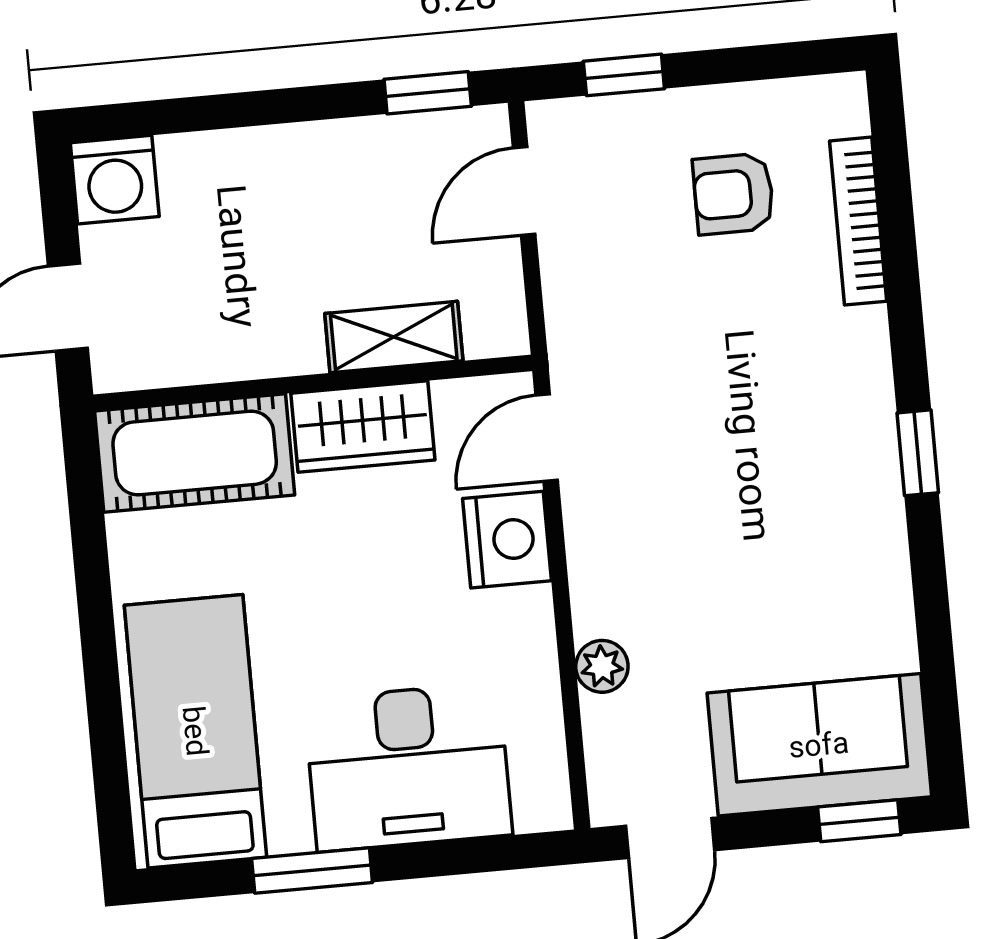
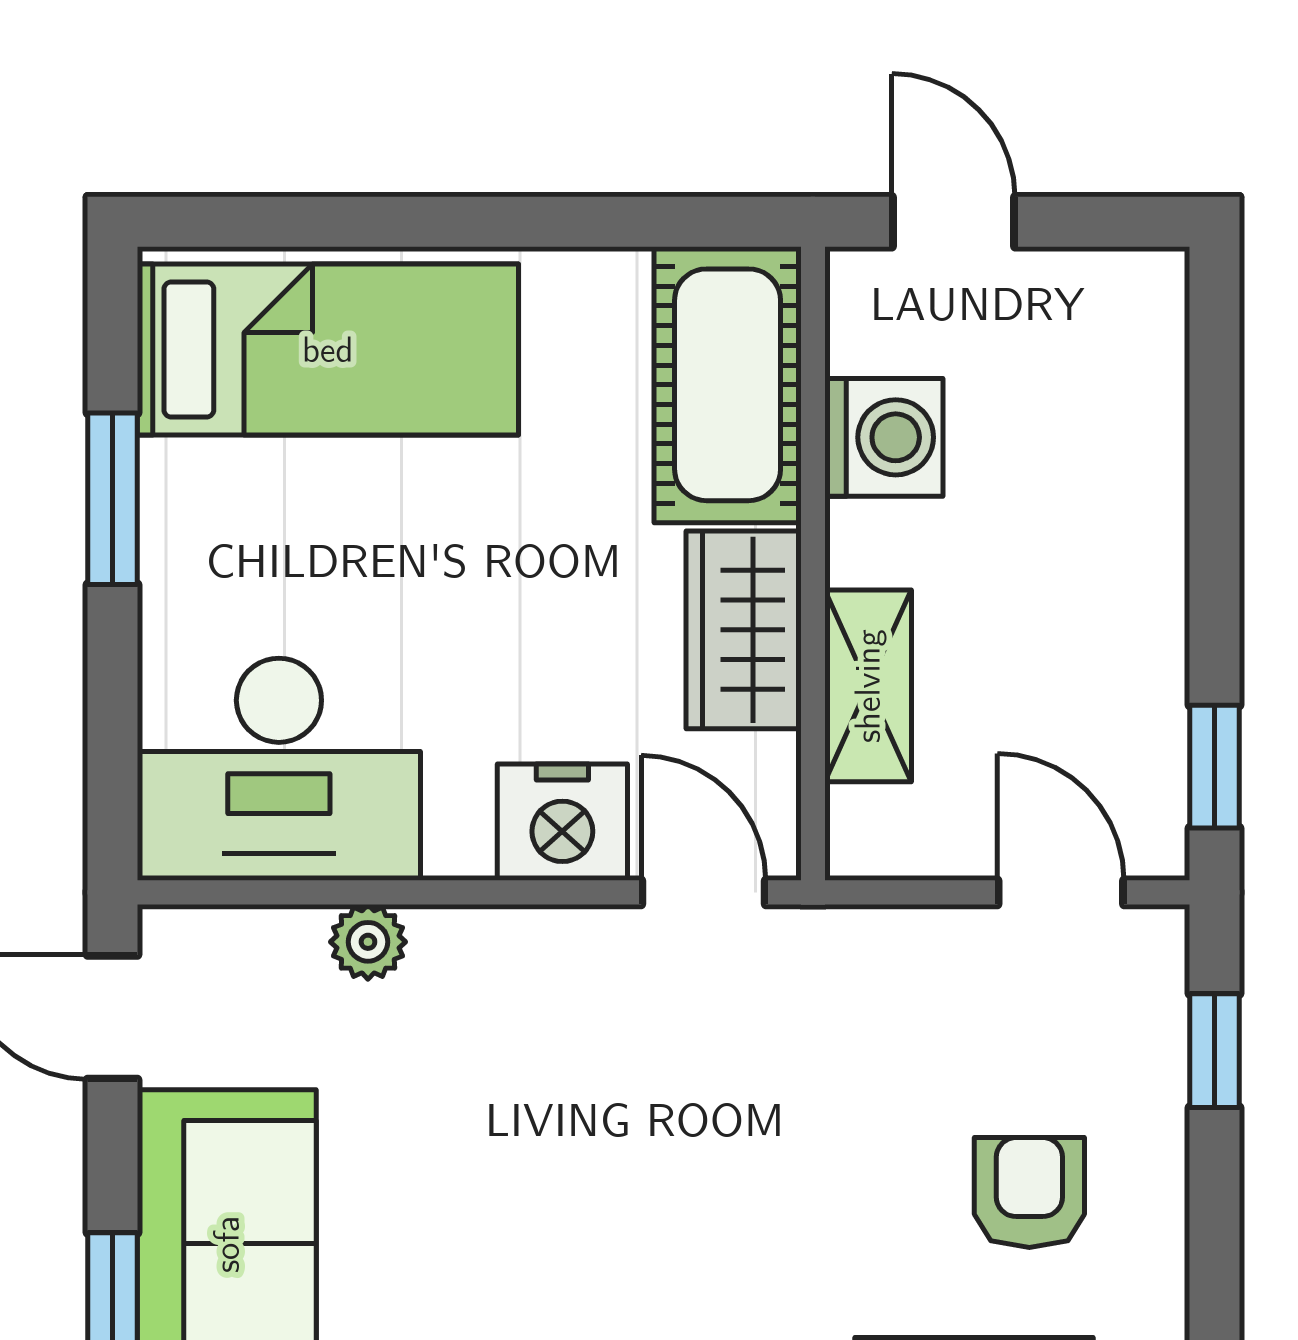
washing machine: (115, 180) -> (884, 437), moved, turned 180
desk: (408, 767) -> (279, 769), moved, turned -90

